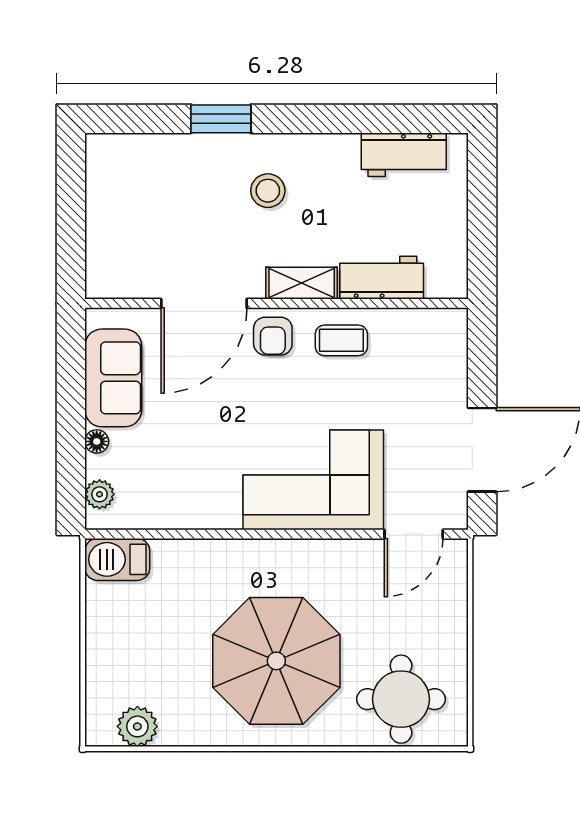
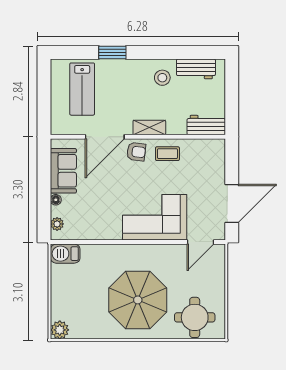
stool: (268, 191) -> (162, 78), moved
lab bench: (154, 199) -> (82, 89), added
workbench: (382, 278) -> (206, 125), moved
armchair: (273, 336) -> (136, 152), turned -83
plant: (137, 726) -> (60, 330), moved

